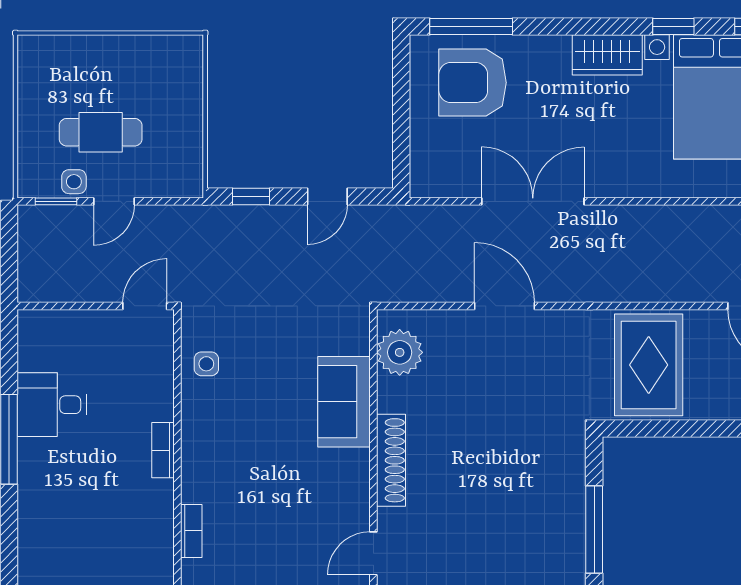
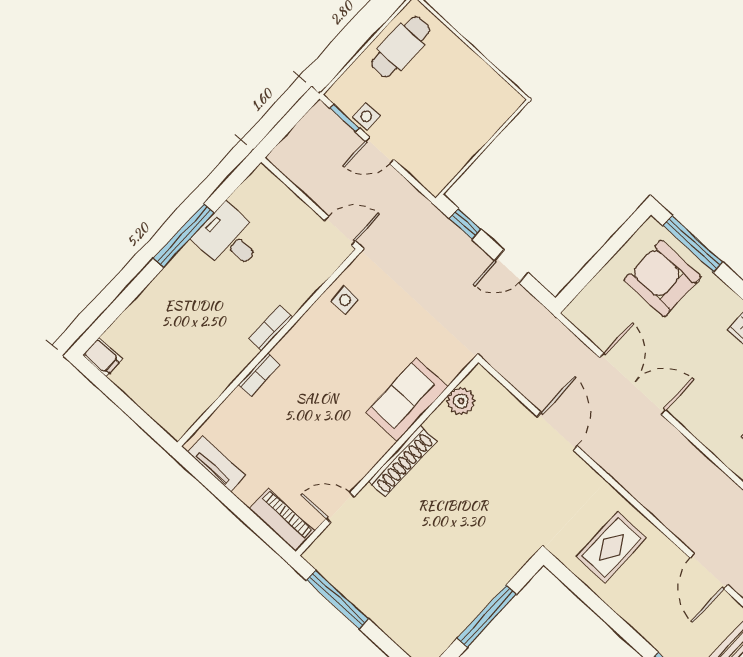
cafe table: (101, 132) -> (401, 47), moved, turned 90
plant: (400, 352) -> (461, 401), width x0.73, depth x0.73
rug: (649, 365) -> (611, 547), width x0.73, depth x0.70
bookcase: (191, 531) -> (259, 375), moved

